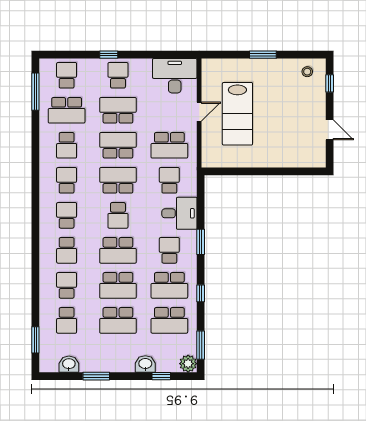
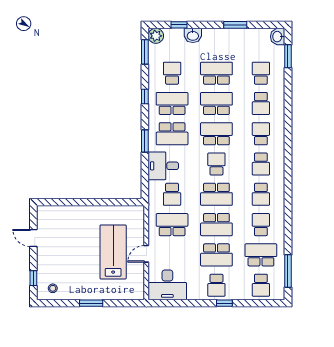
school desk: (169, 250) -> (172, 134), width x1.85
school desk: (169, 320) -> (172, 73), width x0.54
washbasin: (69, 364) -> (278, 37), moved, turned 90

